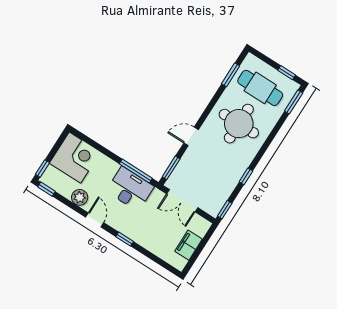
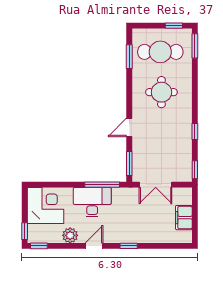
round table: (239, 124) -> (161, 92), width x0.73, depth x0.73
desk: (130, 189) -> (92, 202), moved
door: (95, 220) -> (94, 246), hinge flipped

